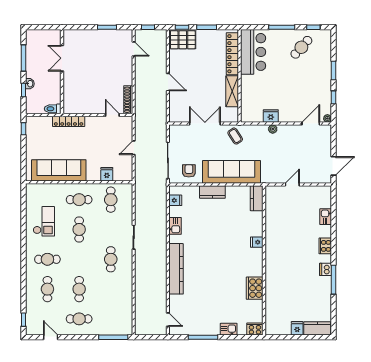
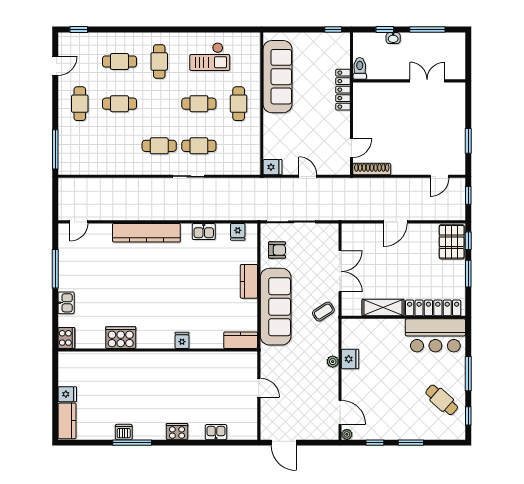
fridge: (107, 174) -> (272, 167), moved
cafe table: (111, 200) -> (199, 146), moved
dishwasher: (326, 269) -> (124, 432), moved

